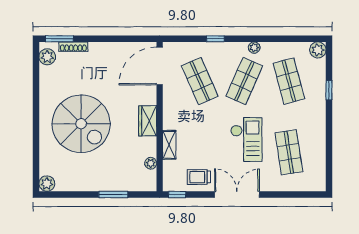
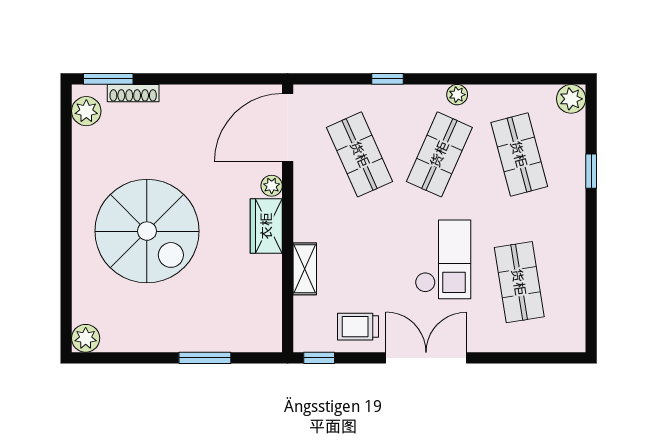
plant: (151, 163) -> (272, 186), moved

